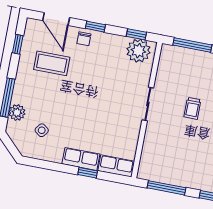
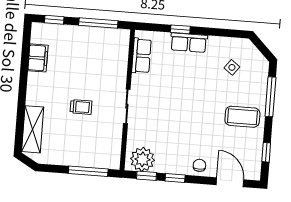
window: (95, 27) -> (175, 178), moved
coffee table: (52, 63) -> (242, 117), moved
trolley: (192, 108) -> (81, 107), turned 90
plant: (17, 112) -> (259, 83), removed
row of seats: (116, 166) -> (141, 56), moved, turned -90

